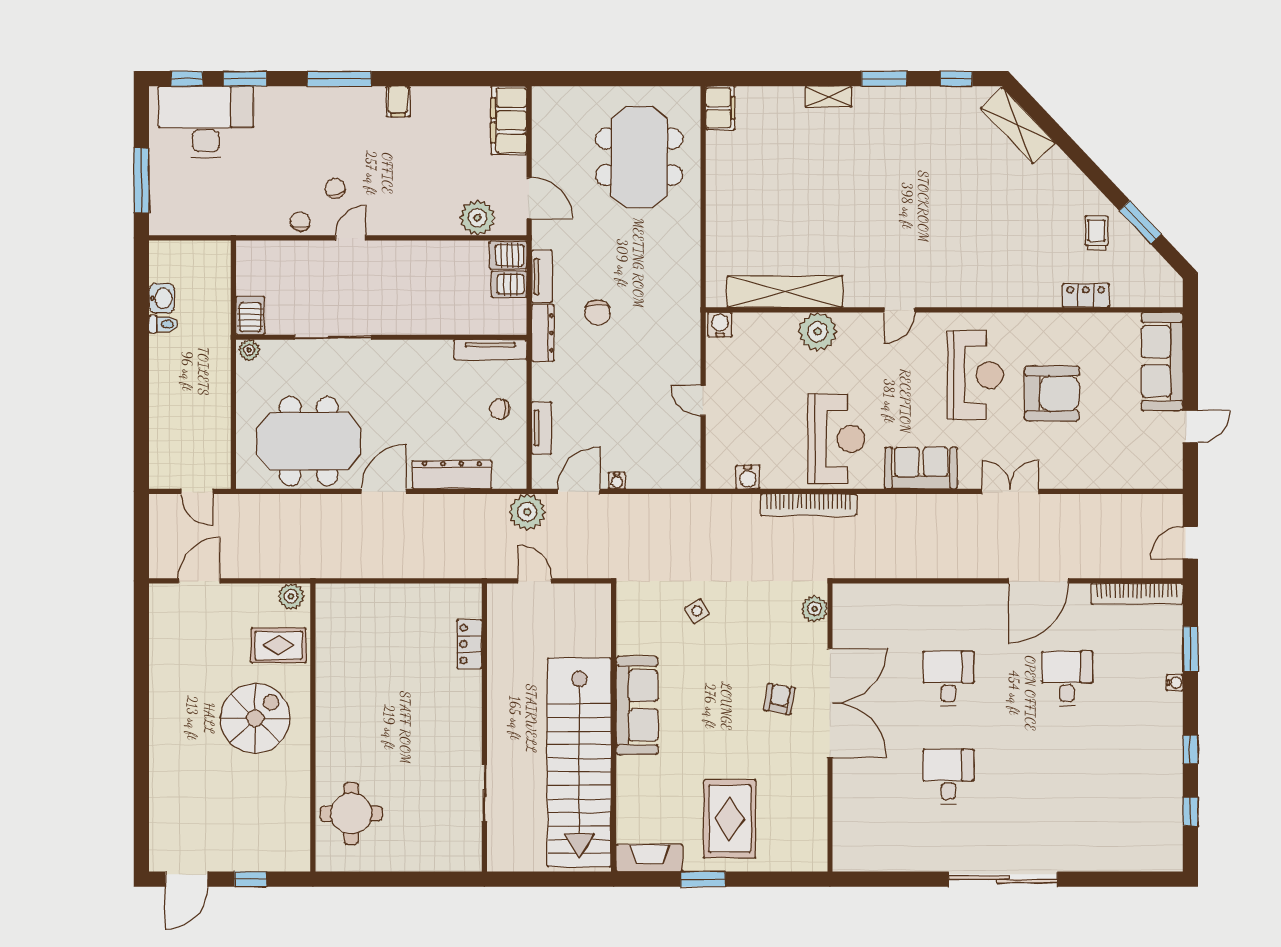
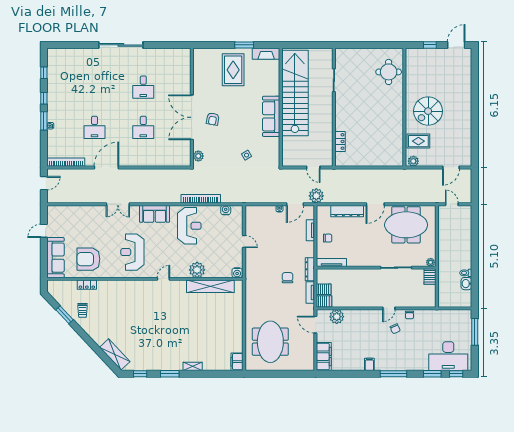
armchair: (1052, 393) -> (88, 259), moved
reception desk: (836, 439) -> (189, 226), turned 180
window: (1190, 649) -> (44, 121), moved

